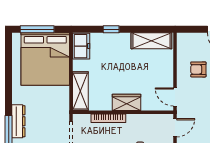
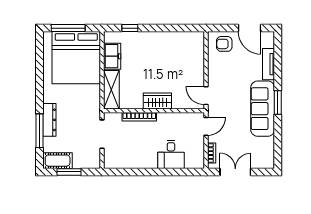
window: (111, 29) -> (130, 28), moved
shelving: (151, 41) -> (182, 40), removed
freezer: (81, 46) -> (112, 56), moved
armchair: (198, 69) -> (224, 44), moved

